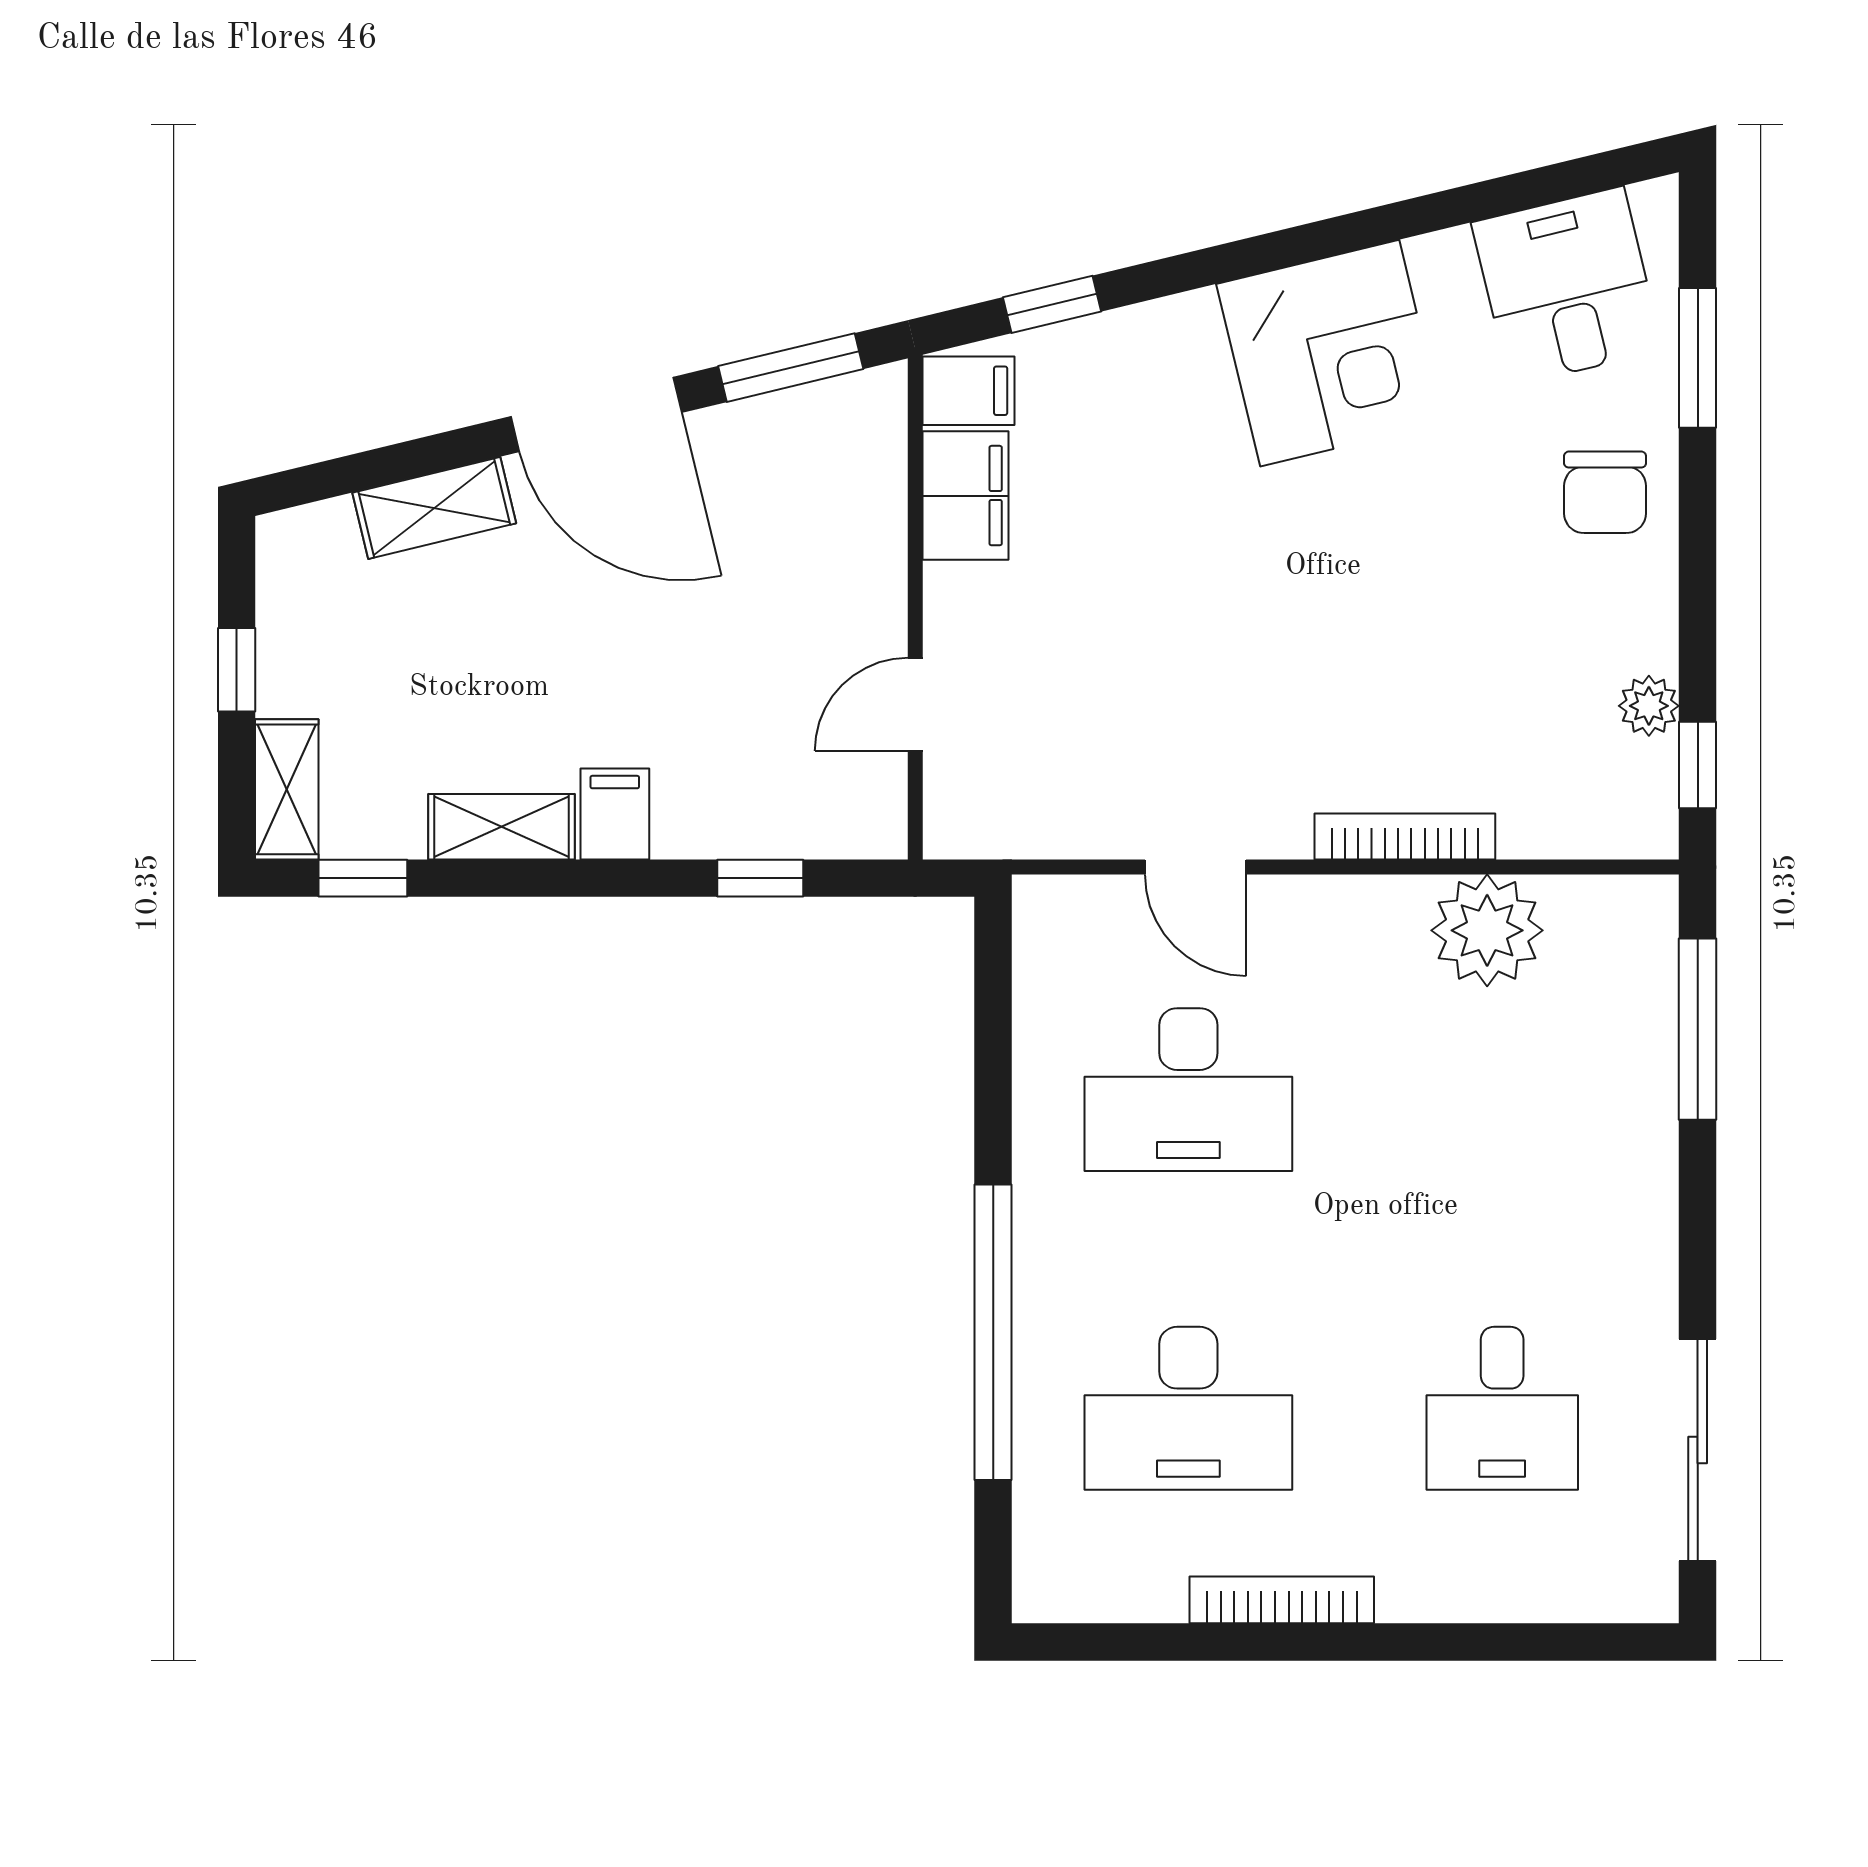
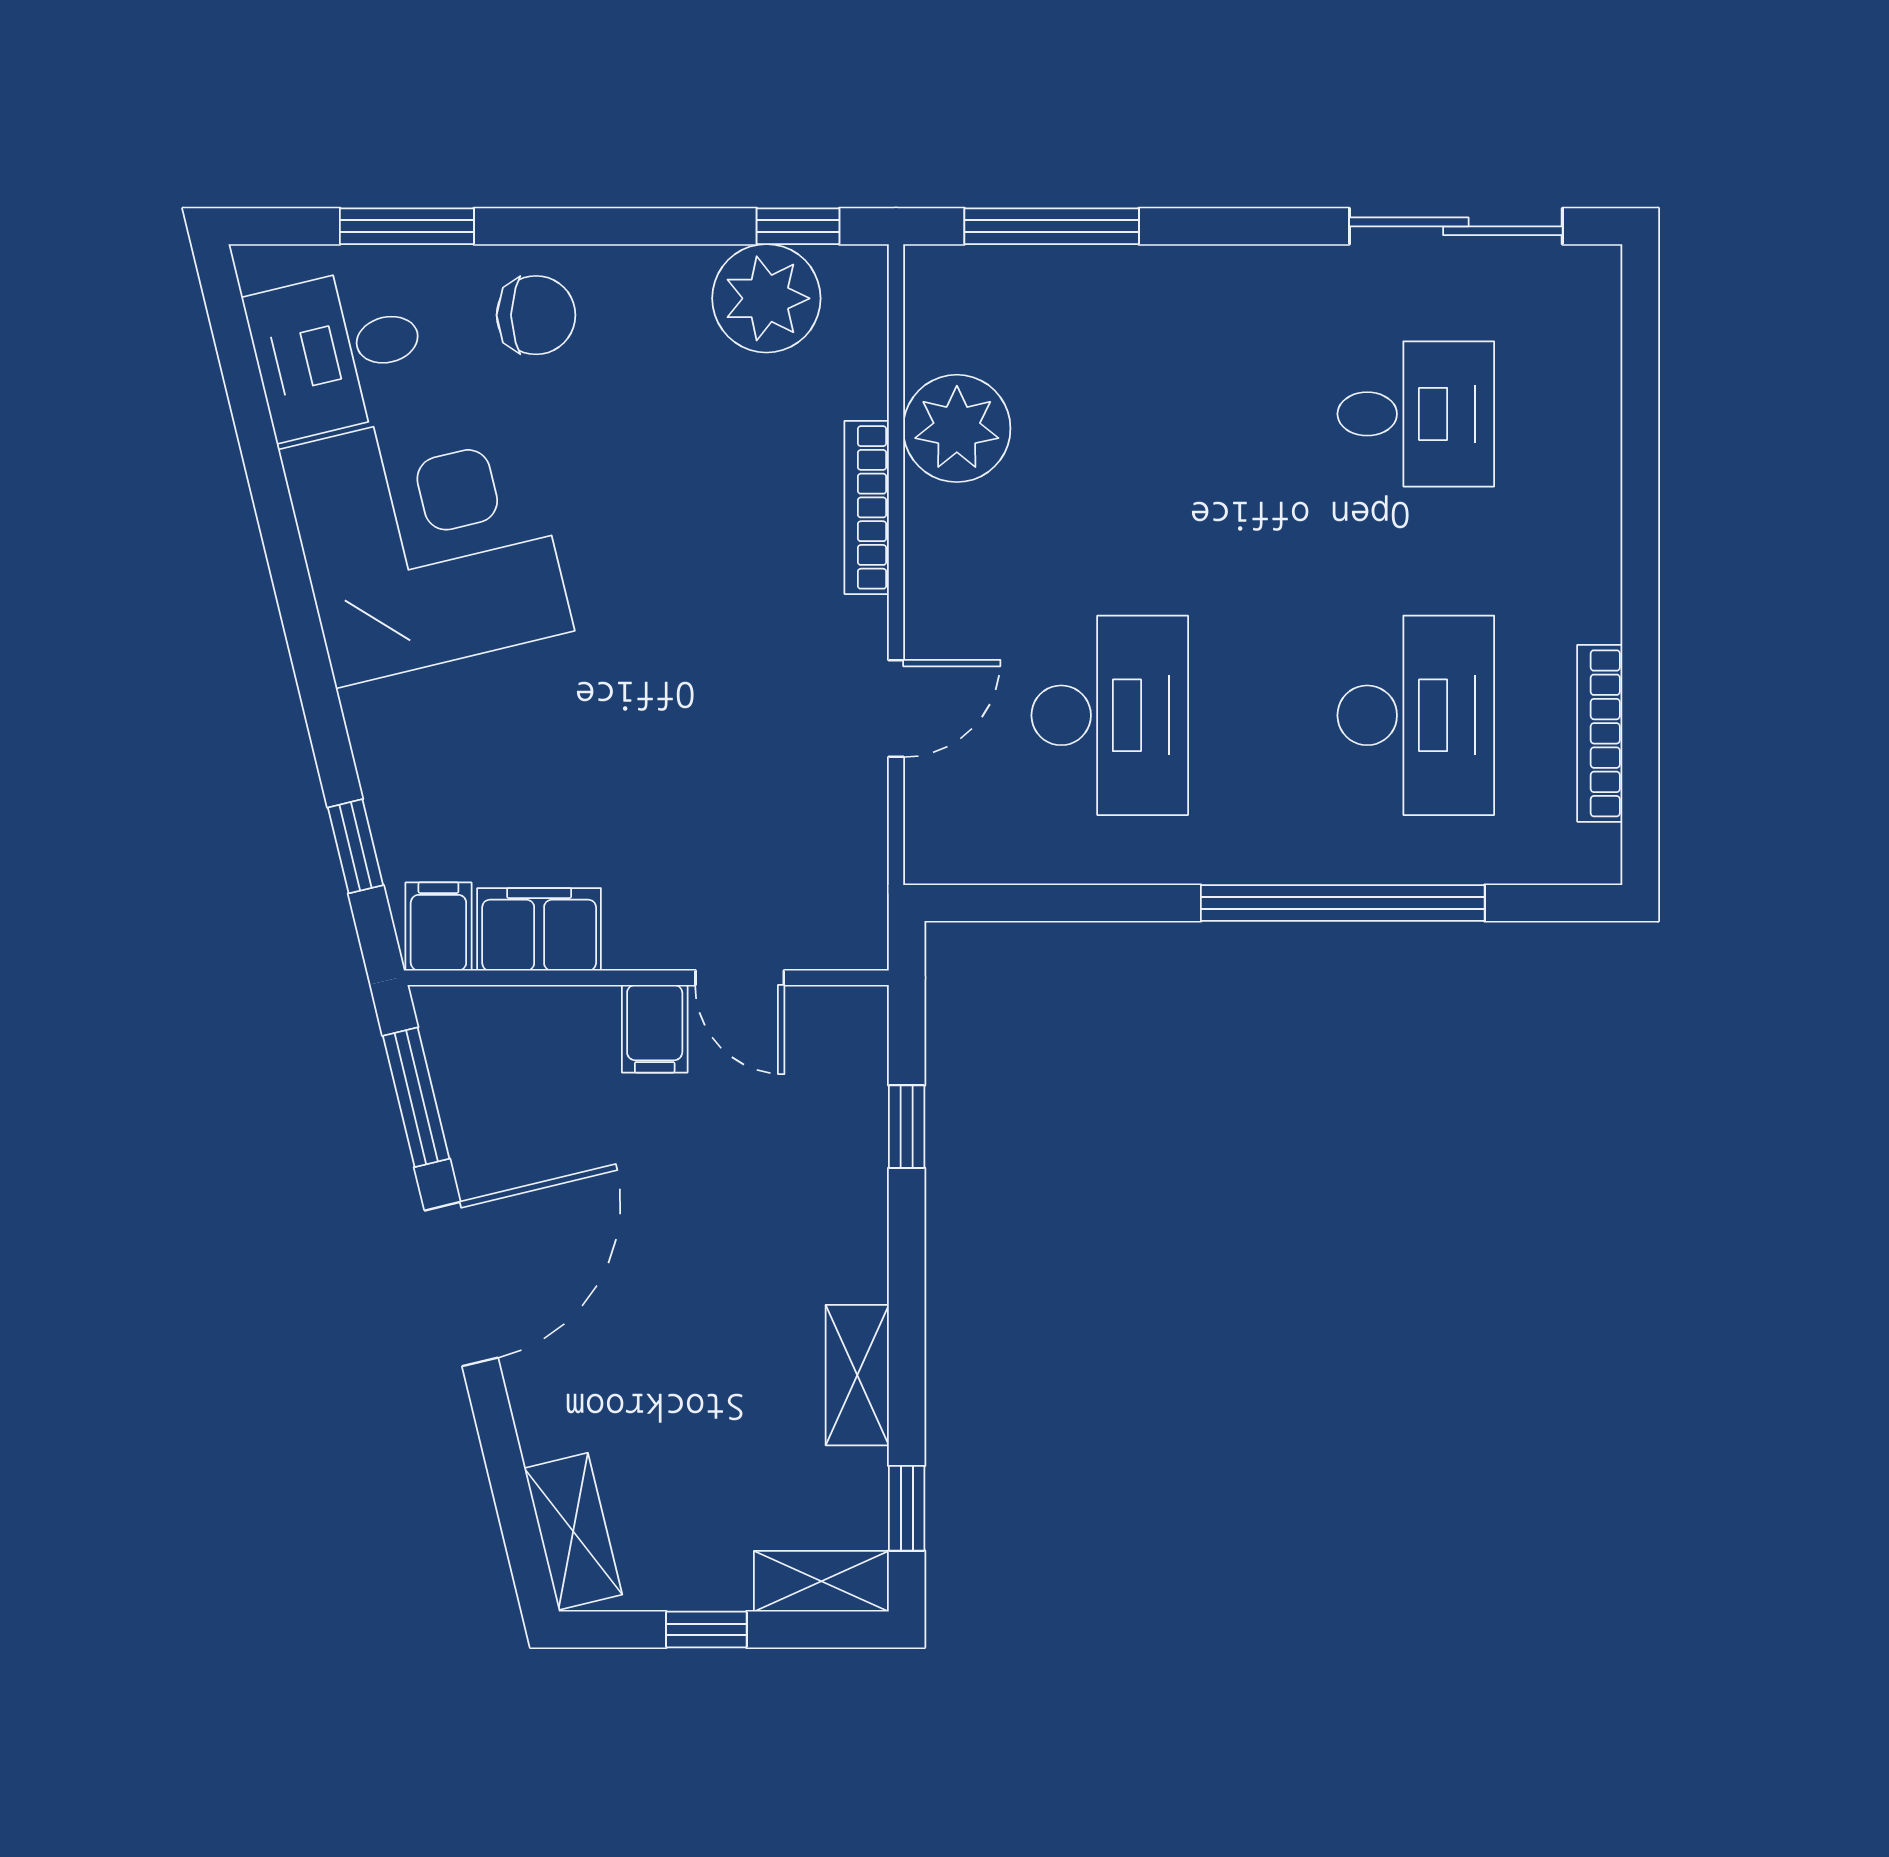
corner desk: (1330, 353) -> (426, 540), width x1.36, depth x1.36
shelving: (434, 508) -> (573, 1531), moved
plant: (1649, 706) -> (766, 298), width x1.87, depth x1.87
filing cabinet: (615, 814) -> (655, 1029), moved, turned -90
bookcase: (1282, 1600) -> (1600, 733), moved

